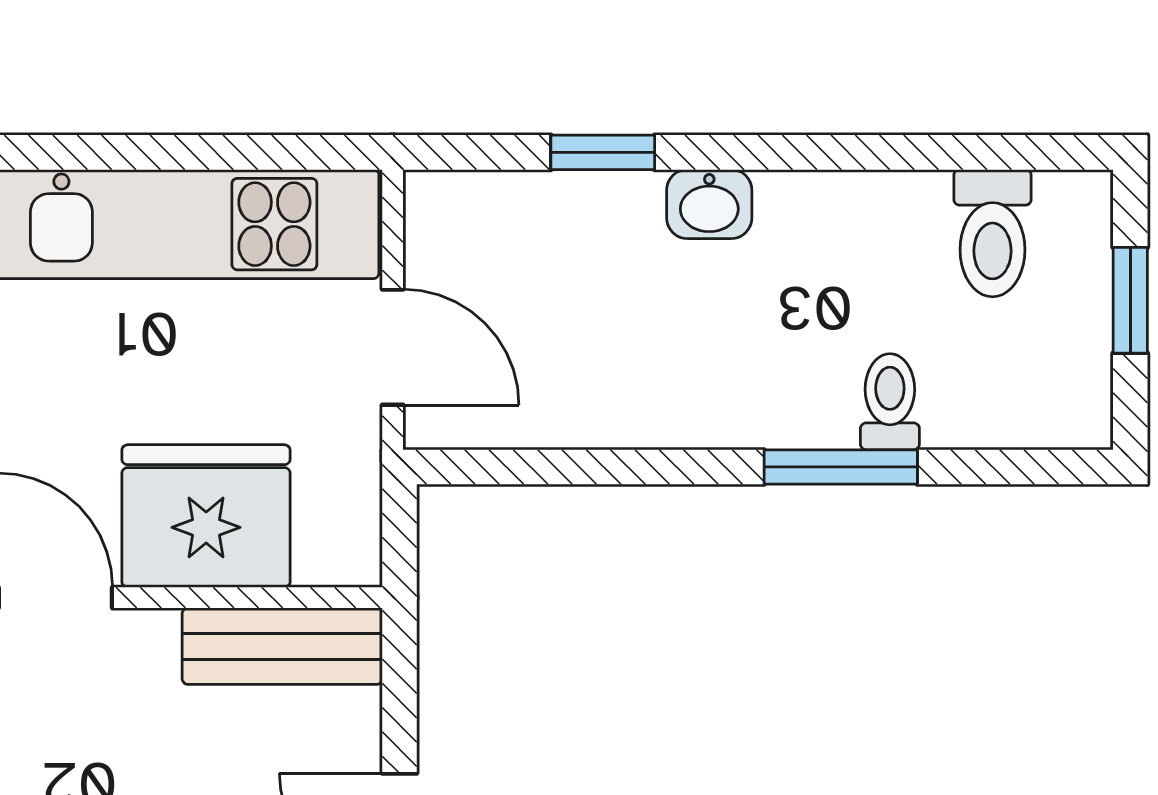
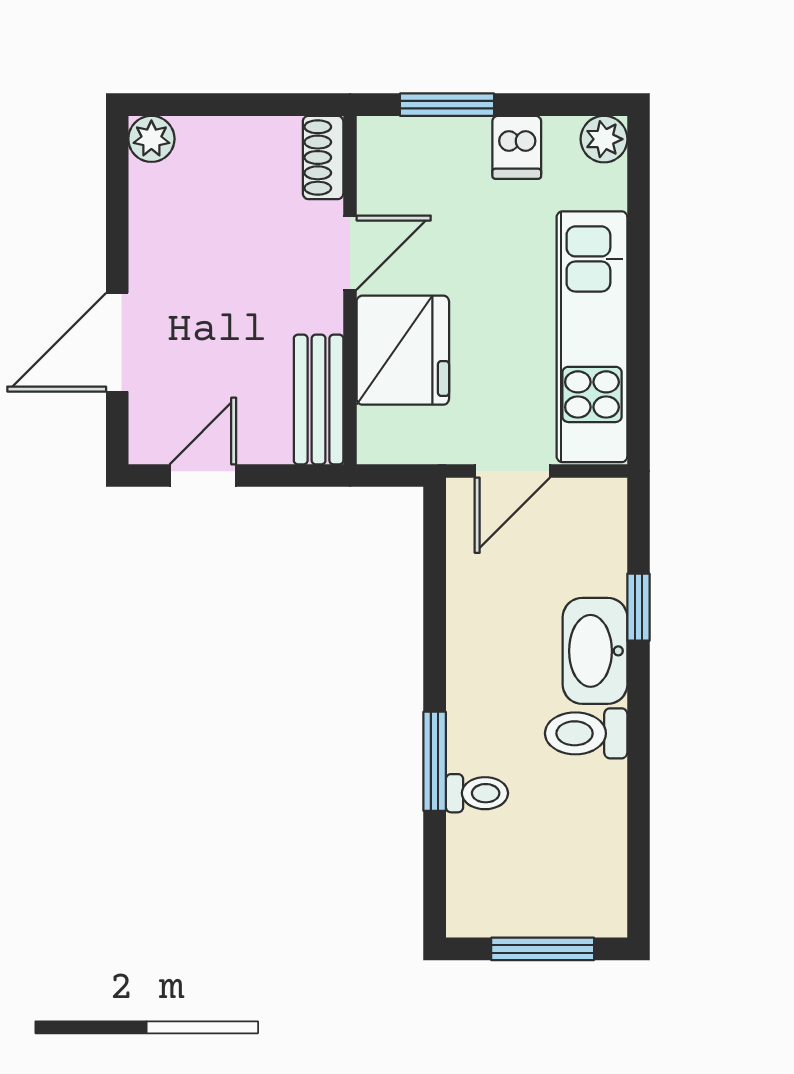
washbasin: (709, 204) -> (595, 651), width x1.91, depth x1.45
toilet: (992, 233) -> (586, 733), moved
window: (1130, 300) -> (543, 949), width x1.50

